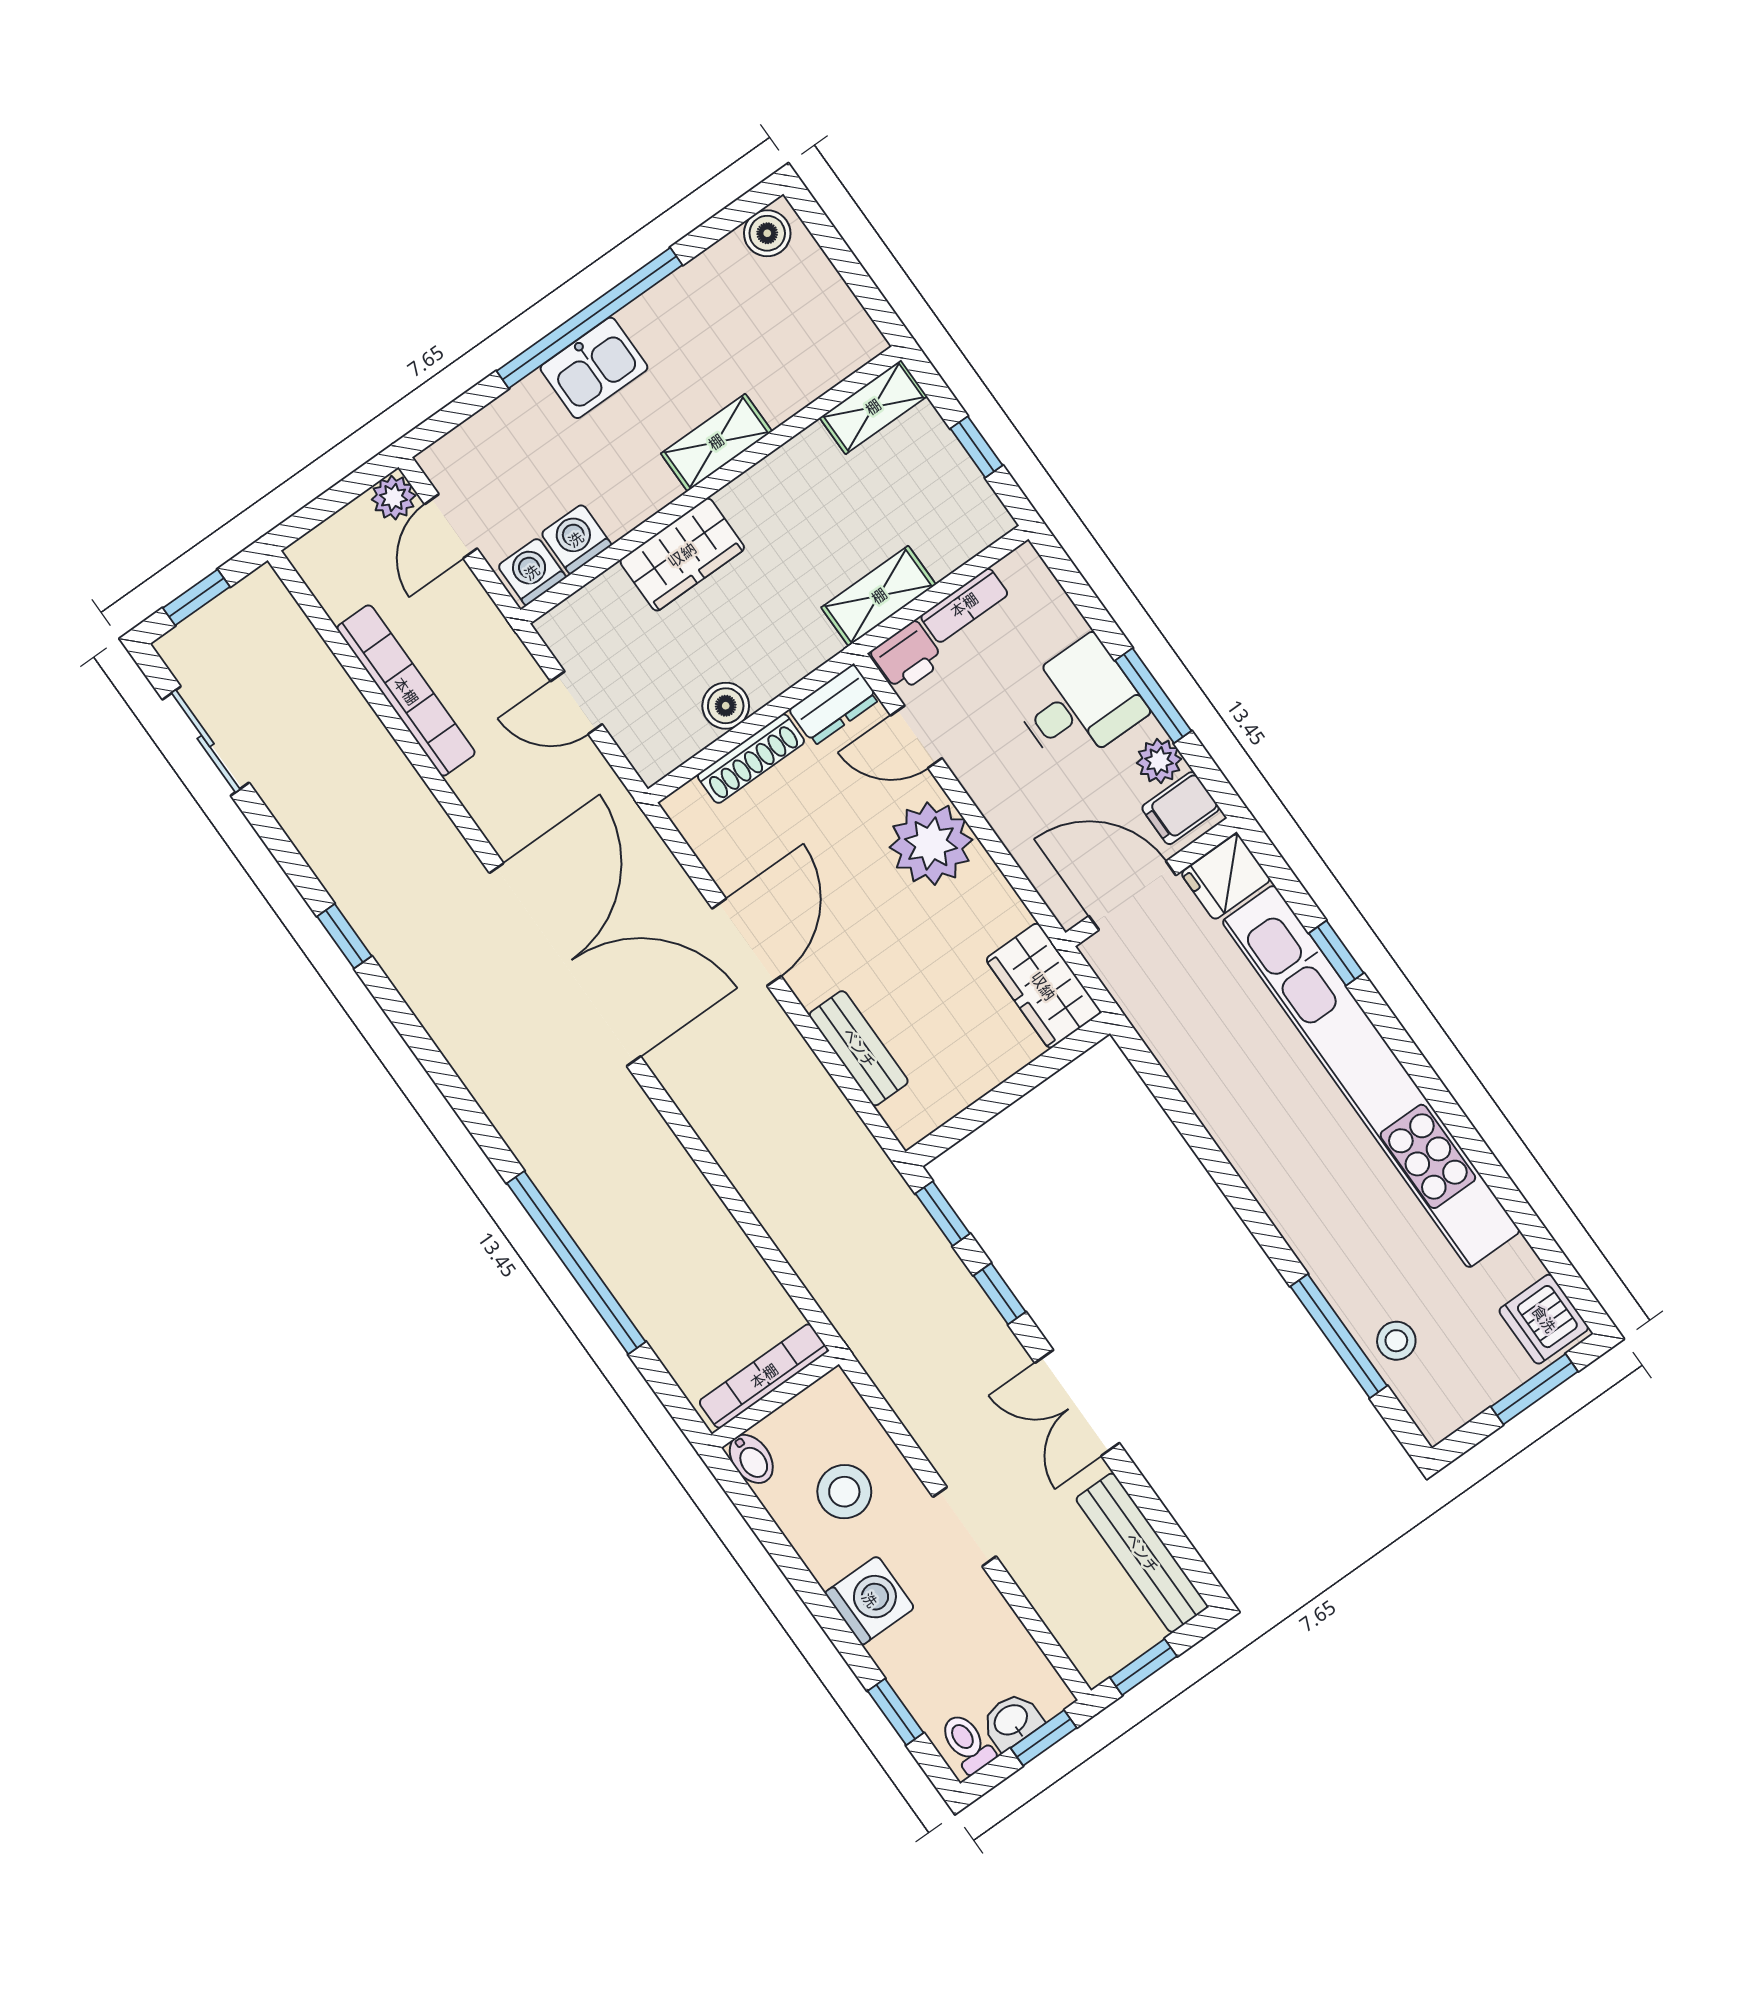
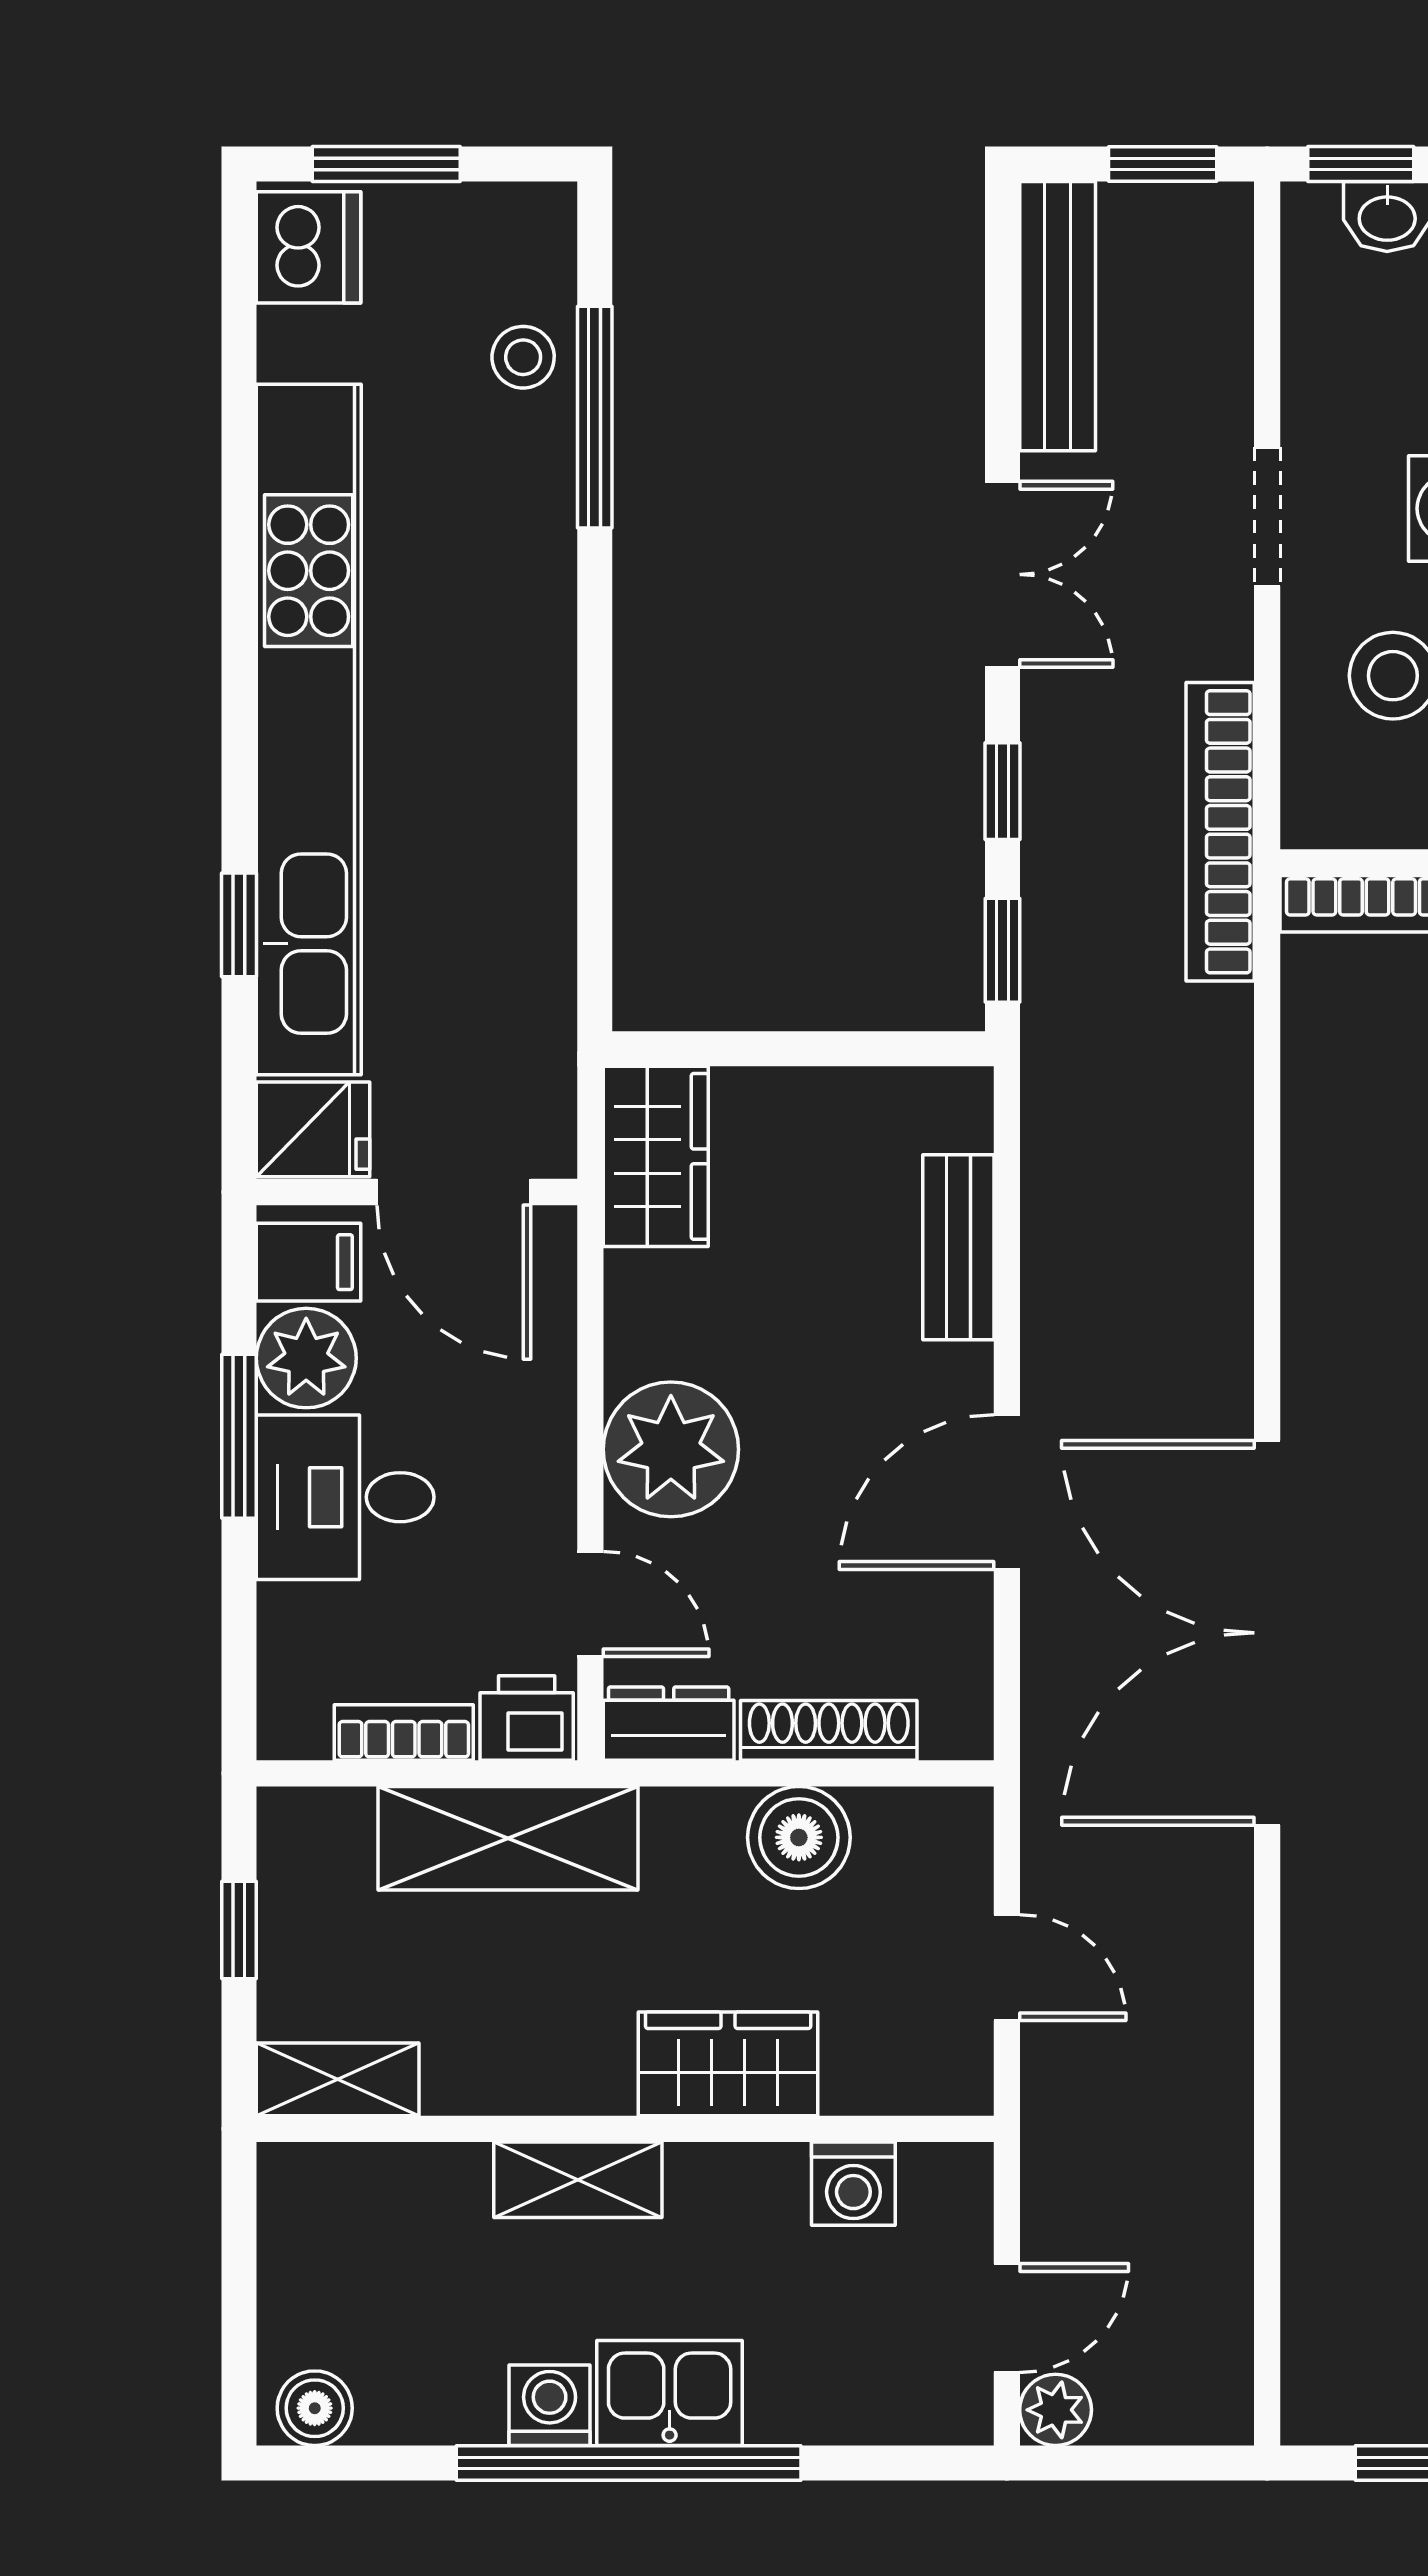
washing machine: (532, 572) -> (550, 2405), moved, turned 180
shelving: (879, 596) -> (508, 1838), width x1.50, depth x1.33
bookcase: (406, 691) -> (1220, 832), moved
boiler: (726, 706) -> (799, 1837), width x1.36, depth x1.36
plant: (1159, 761) -> (306, 1358), width x1.38, depth x1.38

